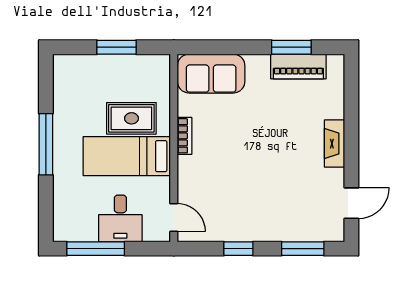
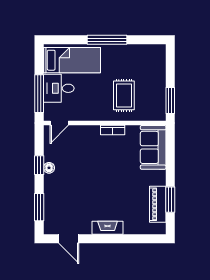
window: (117, 47) -> (170, 101), moved
bed: (127, 156) -> (72, 60), moved, turned 90
floor lamp: (243, 233) -> (49, 168), added
window: (96, 249) -> (39, 94), moved

